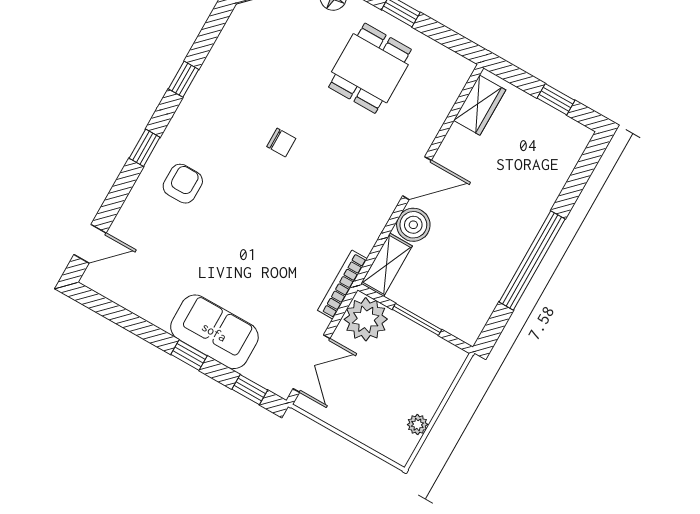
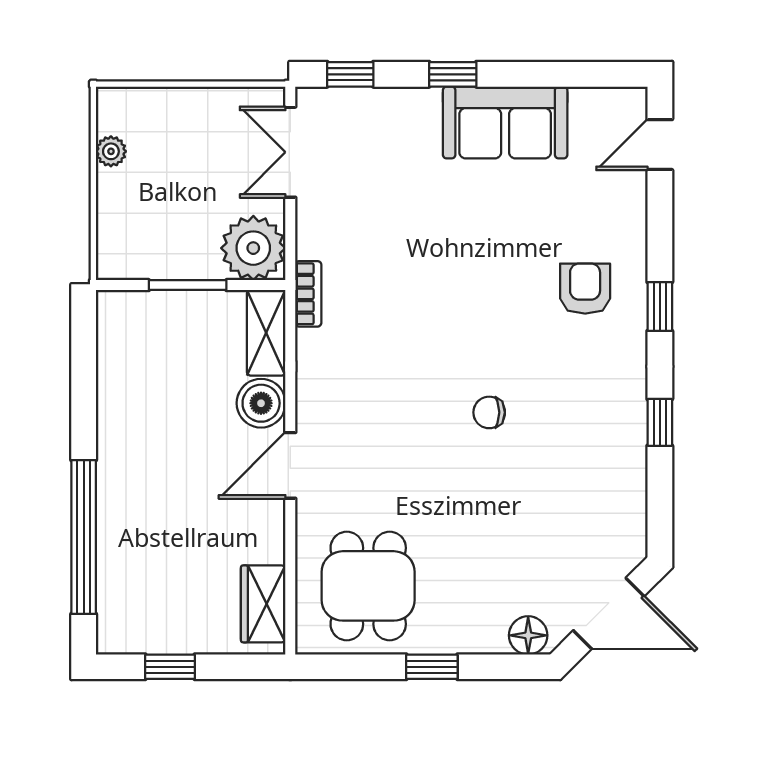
dining table: (370, 68) -> (368, 586), moved
armchair: (183, 184) -> (585, 289), turned 180
window: (532, 260) -> (84, 537), moved
bookcase: (342, 285) -> (308, 294), width x0.64
sofa: (214, 332) -> (505, 122), moved

